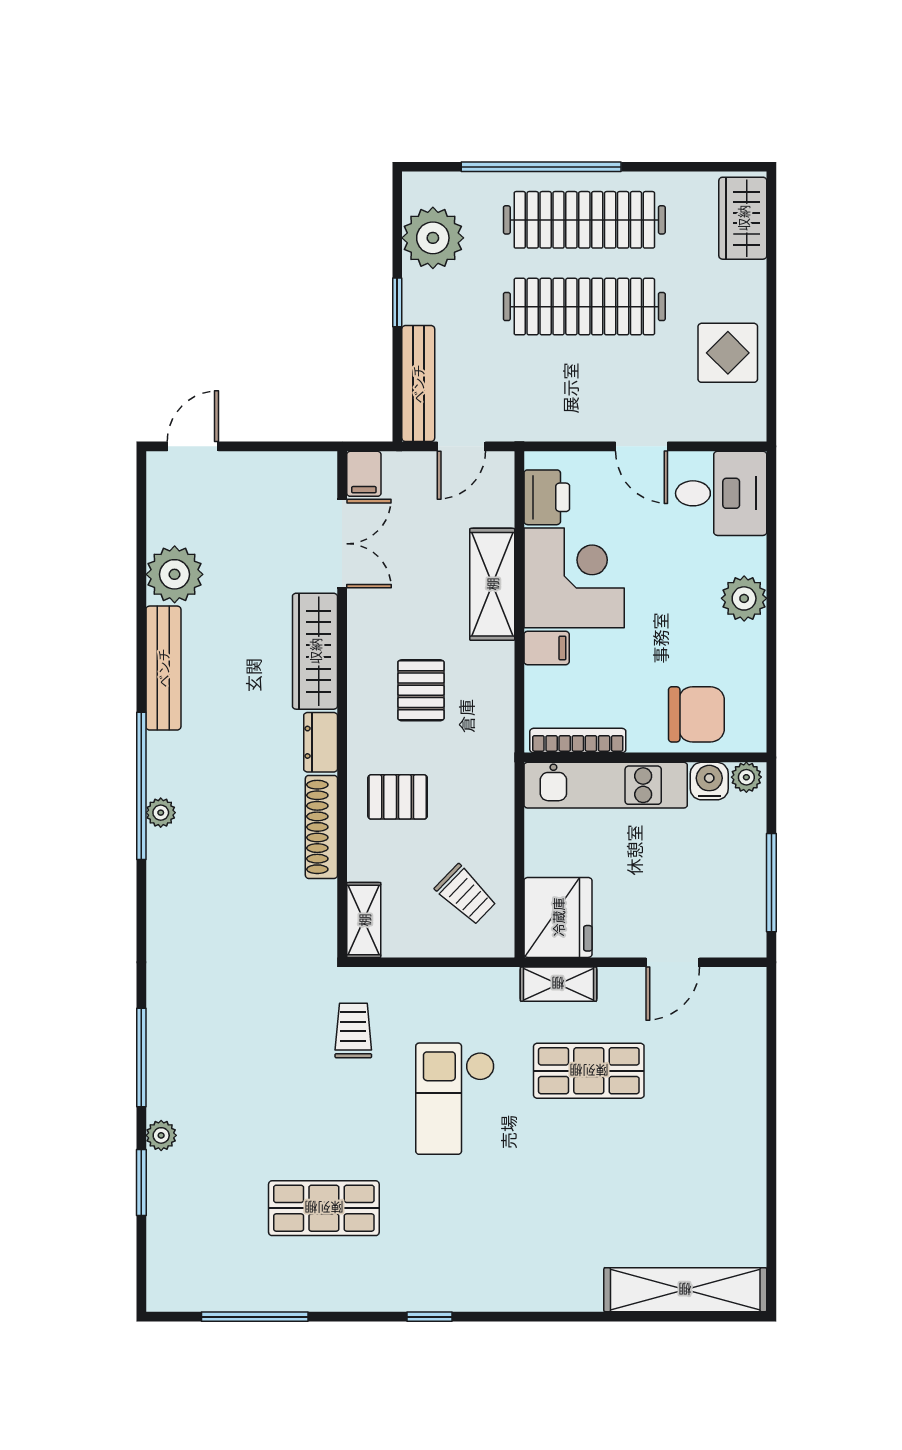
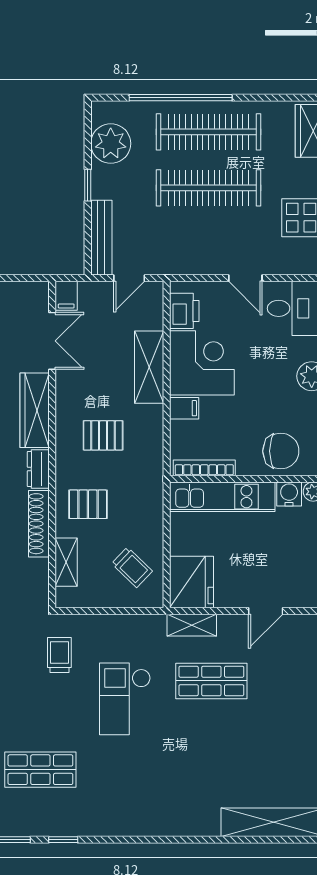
pallet: (421, 690) -> (103, 435), turned 90
shelving: (364, 920) -> (66, 562), moved
window: (429, 1317) -> (63, 840), moved

